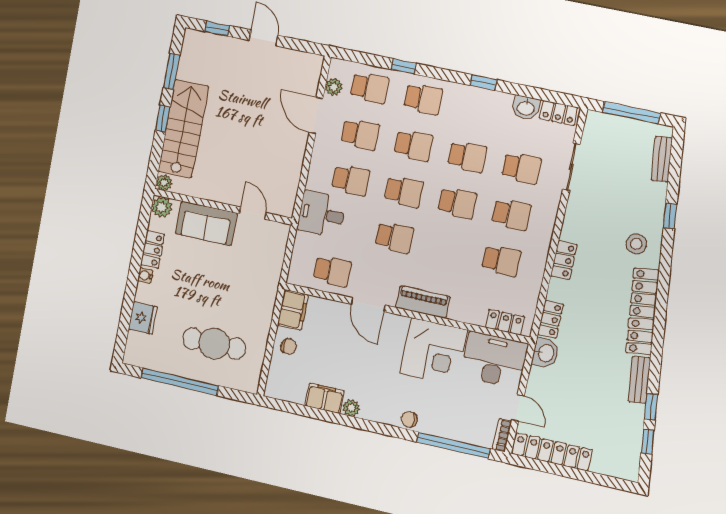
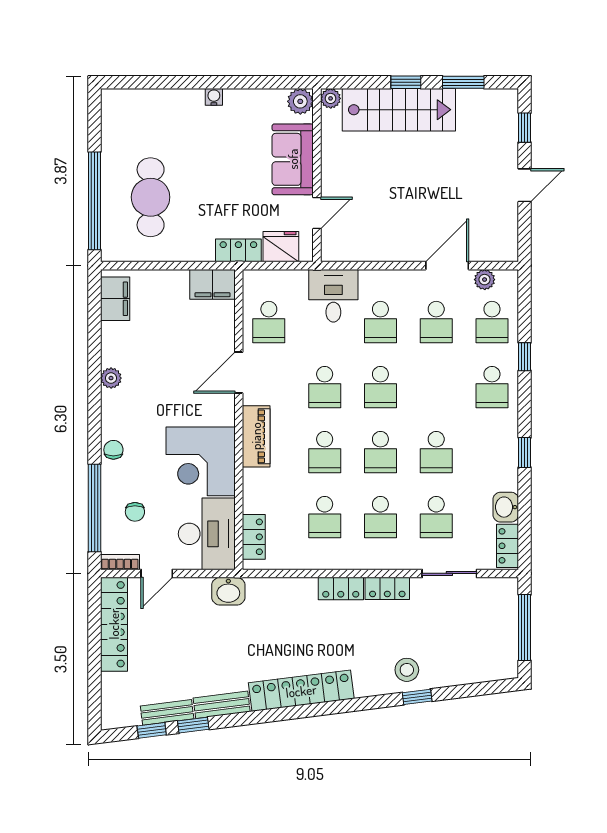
school desk: (413, 145) -> (325, 452), moved
bench: (662, 159) -> (167, 712), moved
stool: (636, 244) -> (407, 670), moved
locker: (153, 250) -> (238, 250), moved, turned 180
fridge: (143, 318) -> (281, 247), moved, turned 180
locker: (550, 319) -> (387, 588), moved
chair: (289, 346) -> (135, 512), moved
window: (180, 382) -> (95, 201), moved
filing cabinet: (325, 398) -> (115, 299), moved

